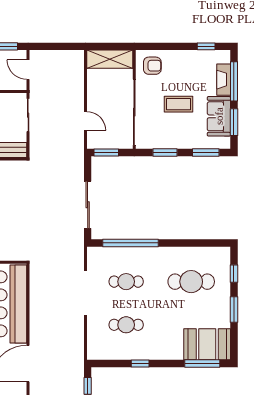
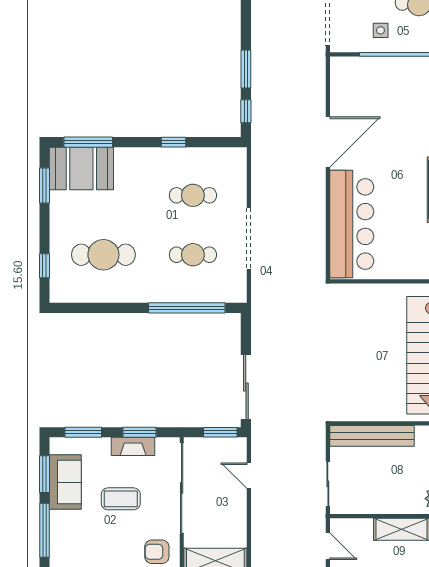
fireplace: (224, 80) -> (133, 446), moved, turned 90
sliding door: (88, 205) -> (246, 387), moved
window: (234, 309) -> (45, 186), moved

